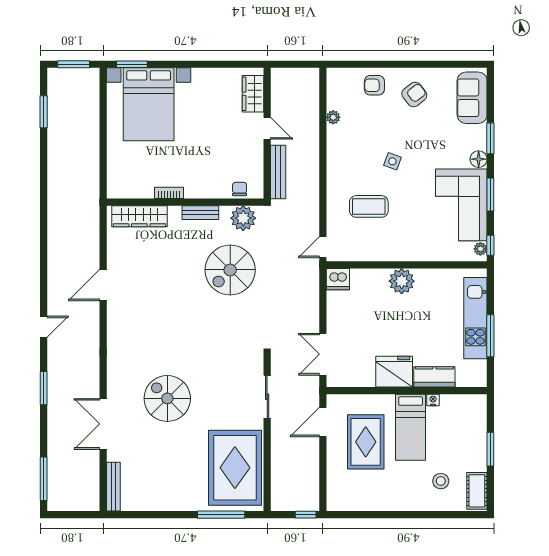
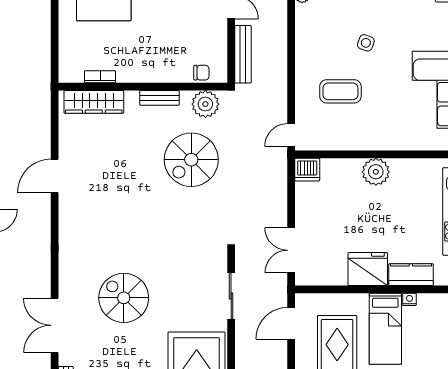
chair: (240, 189) -> (201, 73), turned 90
bookcase: (169, 193) -> (100, 77), moved

